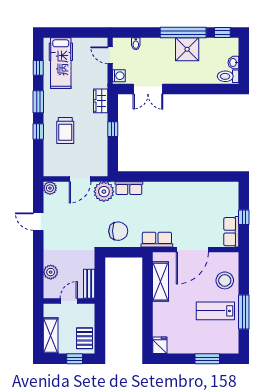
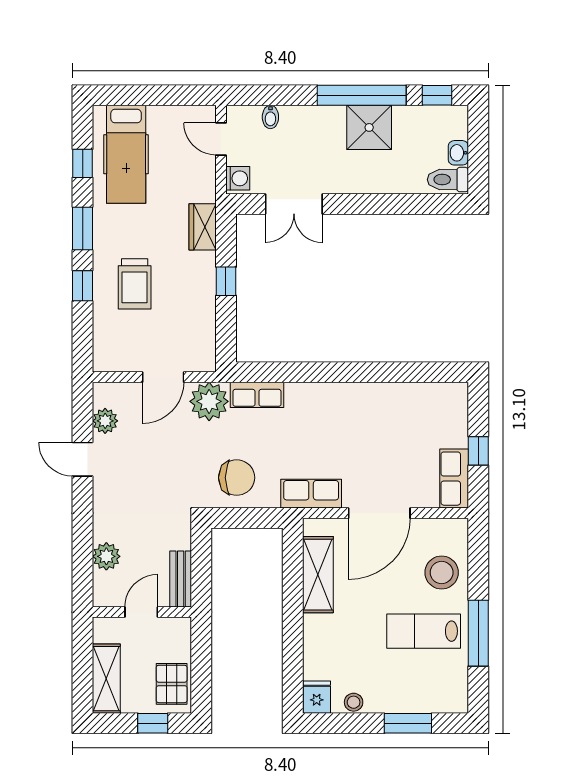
plant: (50, 188) -> (105, 421), moved
stool: (179, 348) -> (354, 702), added

